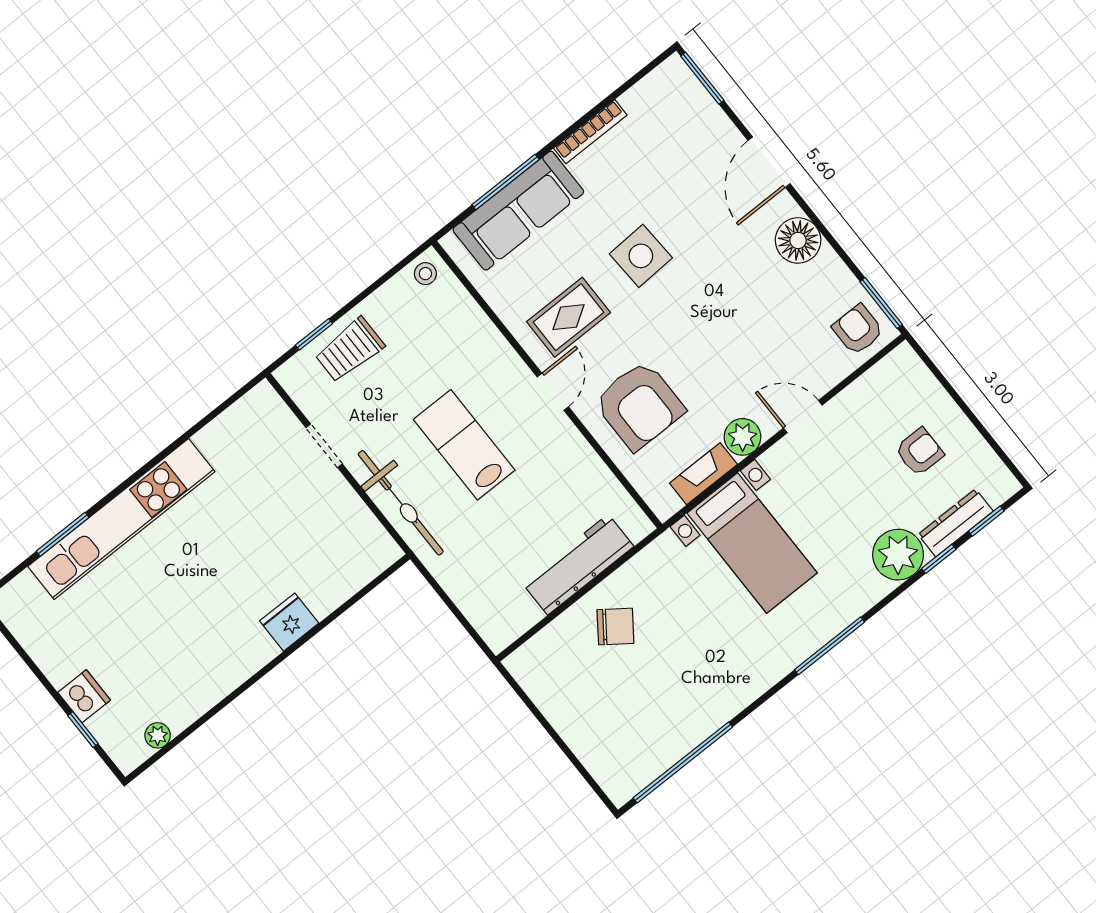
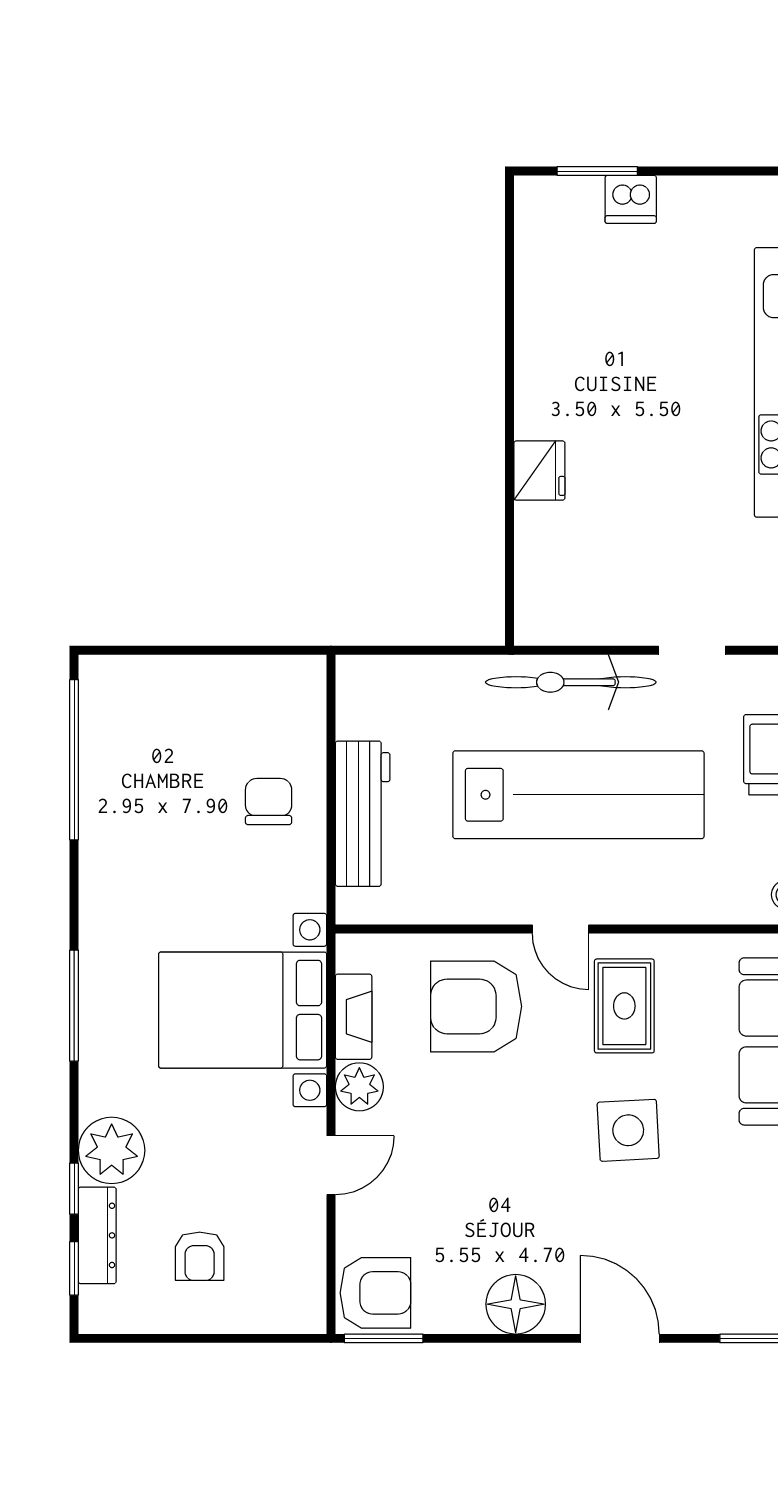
armchair: (858, 330) -> (375, 1293), width x1.38, depth x1.38
lab bench: (464, 445) -> (578, 795), width x1.86, depth x1.39
bed with nightstands: (752, 543) -> (243, 1010), width x1.36
chair: (615, 627) -> (269, 802), turned 144
window: (83, 730) -> (597, 171), width x1.50
plant: (158, 735) -> (531, 243), removed

